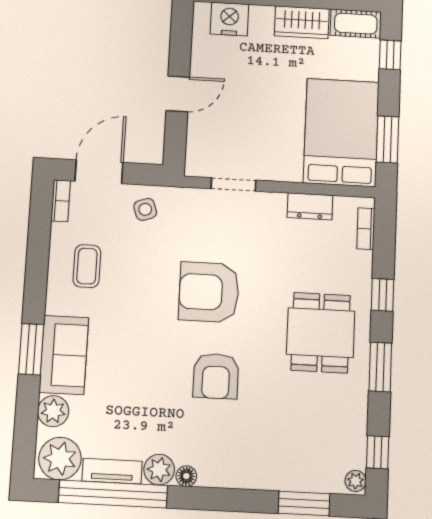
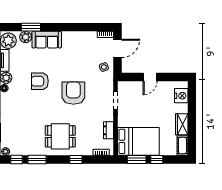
window: (390, 55) -> (157, 160), moved
door: (178, 94) -> (150, 77), hinge flipped
door: (99, 172) -> (118, 48), hinge flipped
coffee table: (87, 266) -> (81, 46), removed
window: (31, 349) -> (31, 27), moved
window: (380, 367) -> (37, 160), moved
armchair: (216, 376) -> (40, 81), moved

